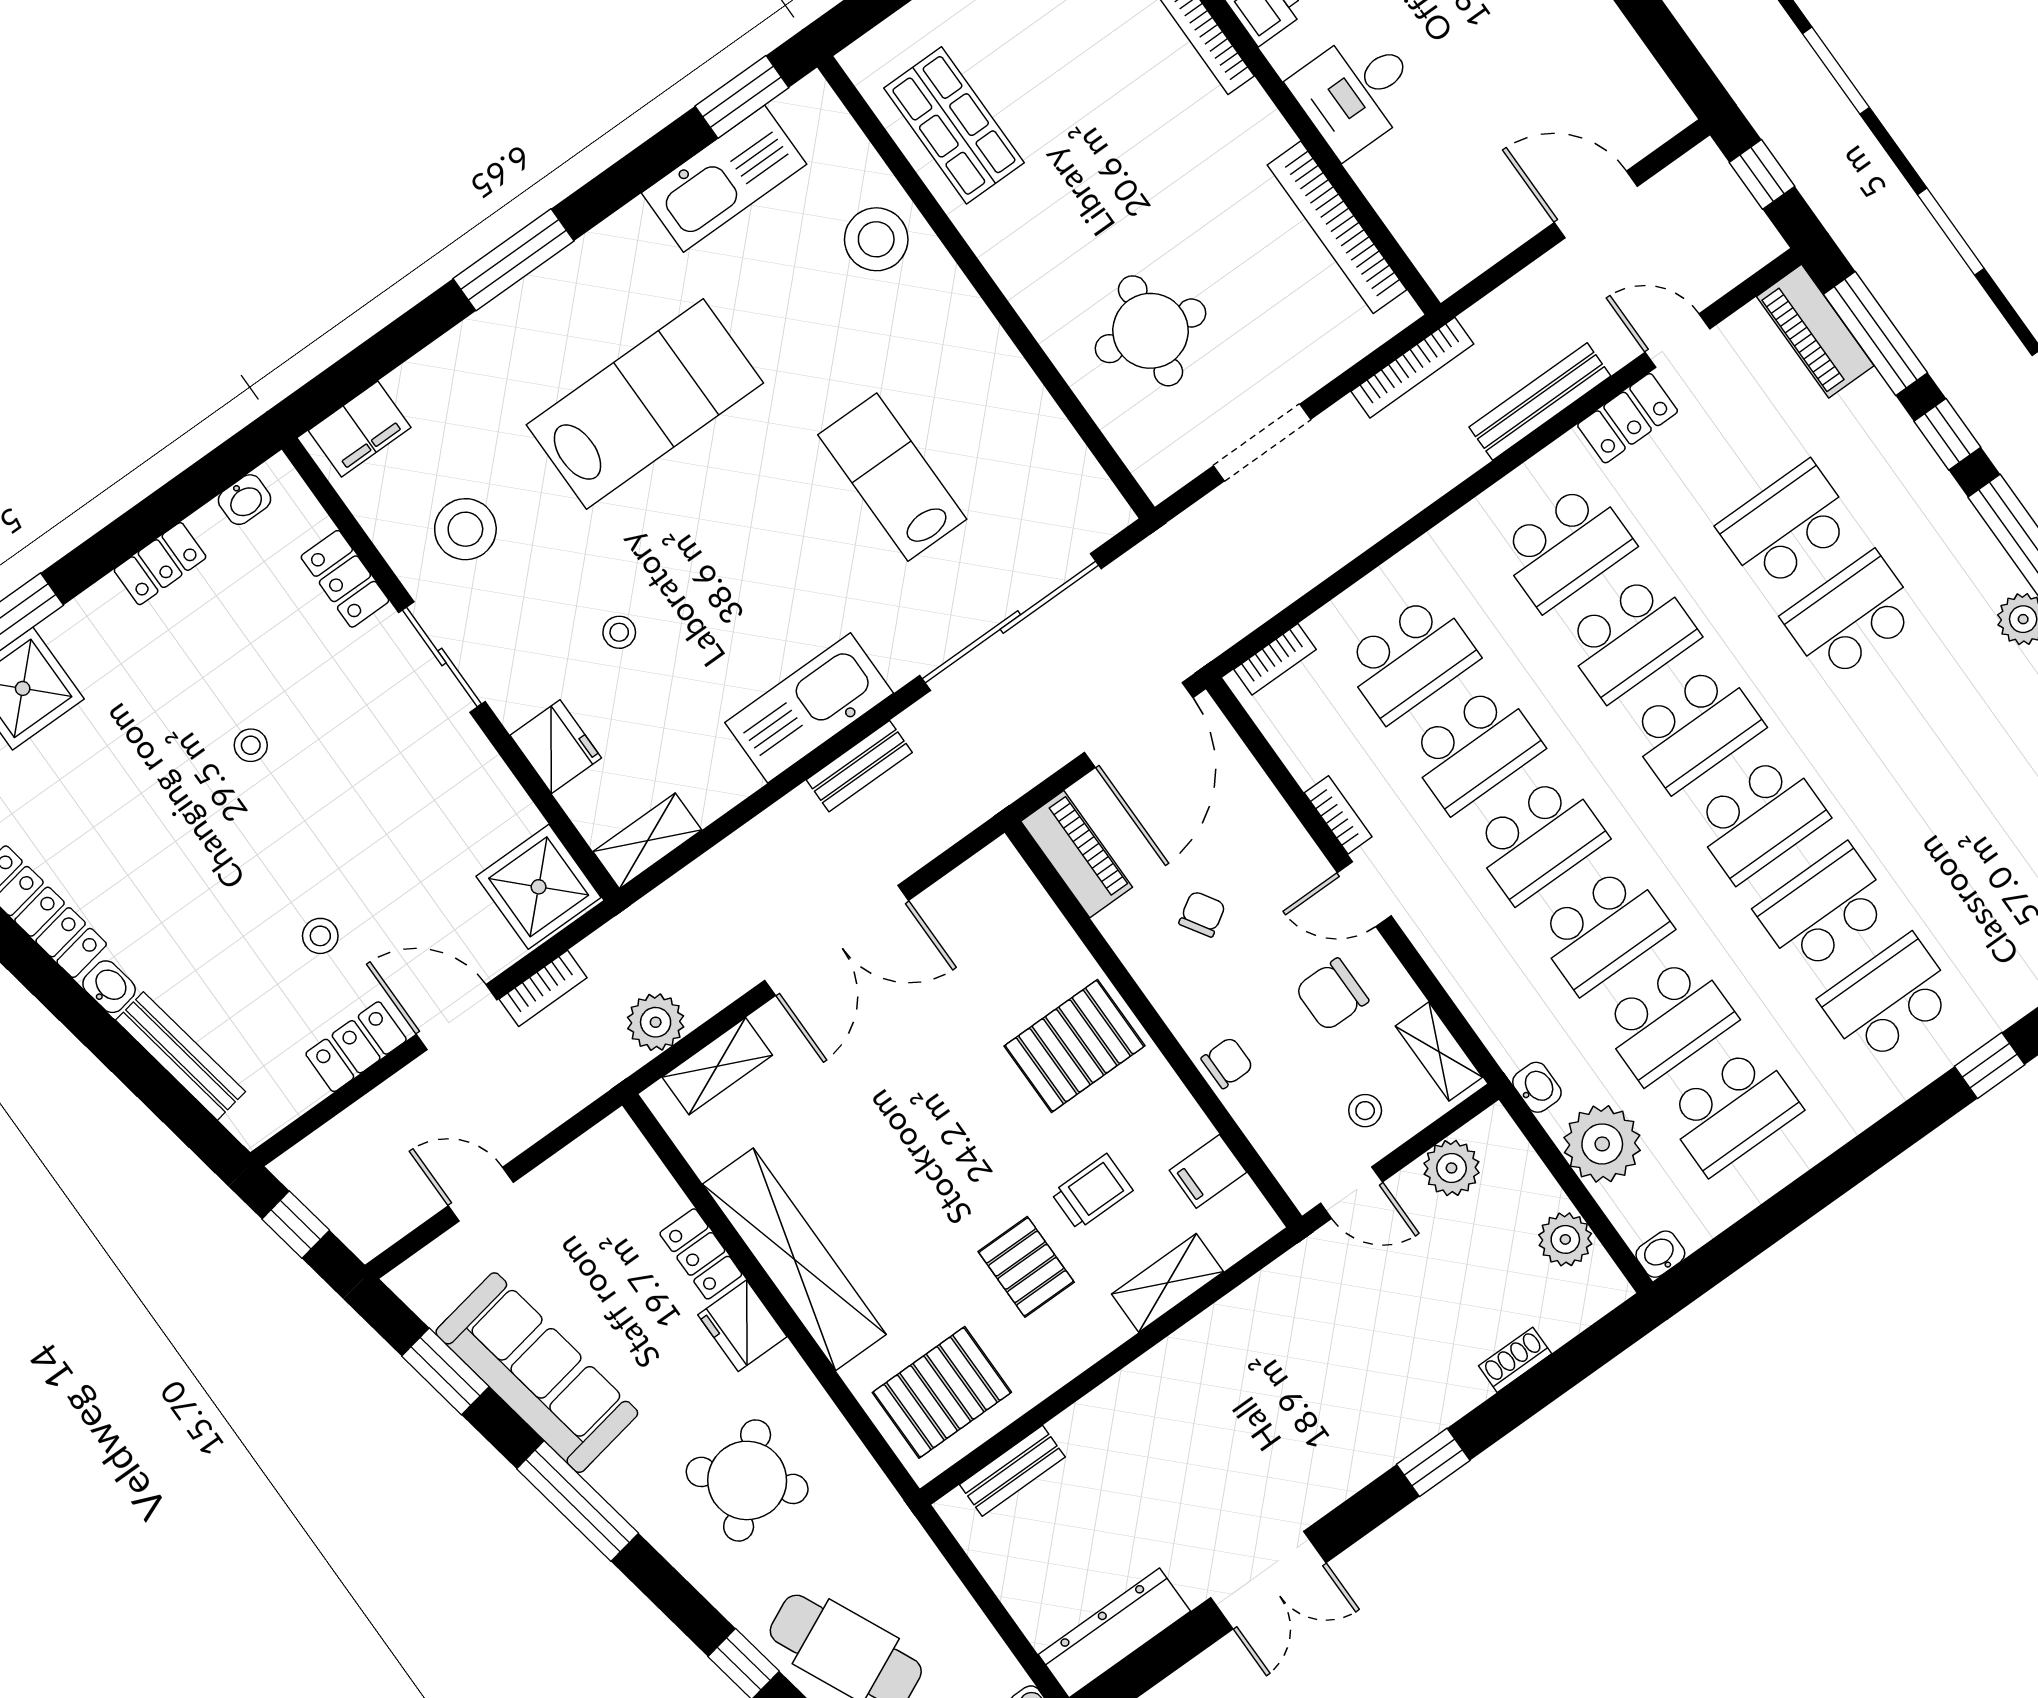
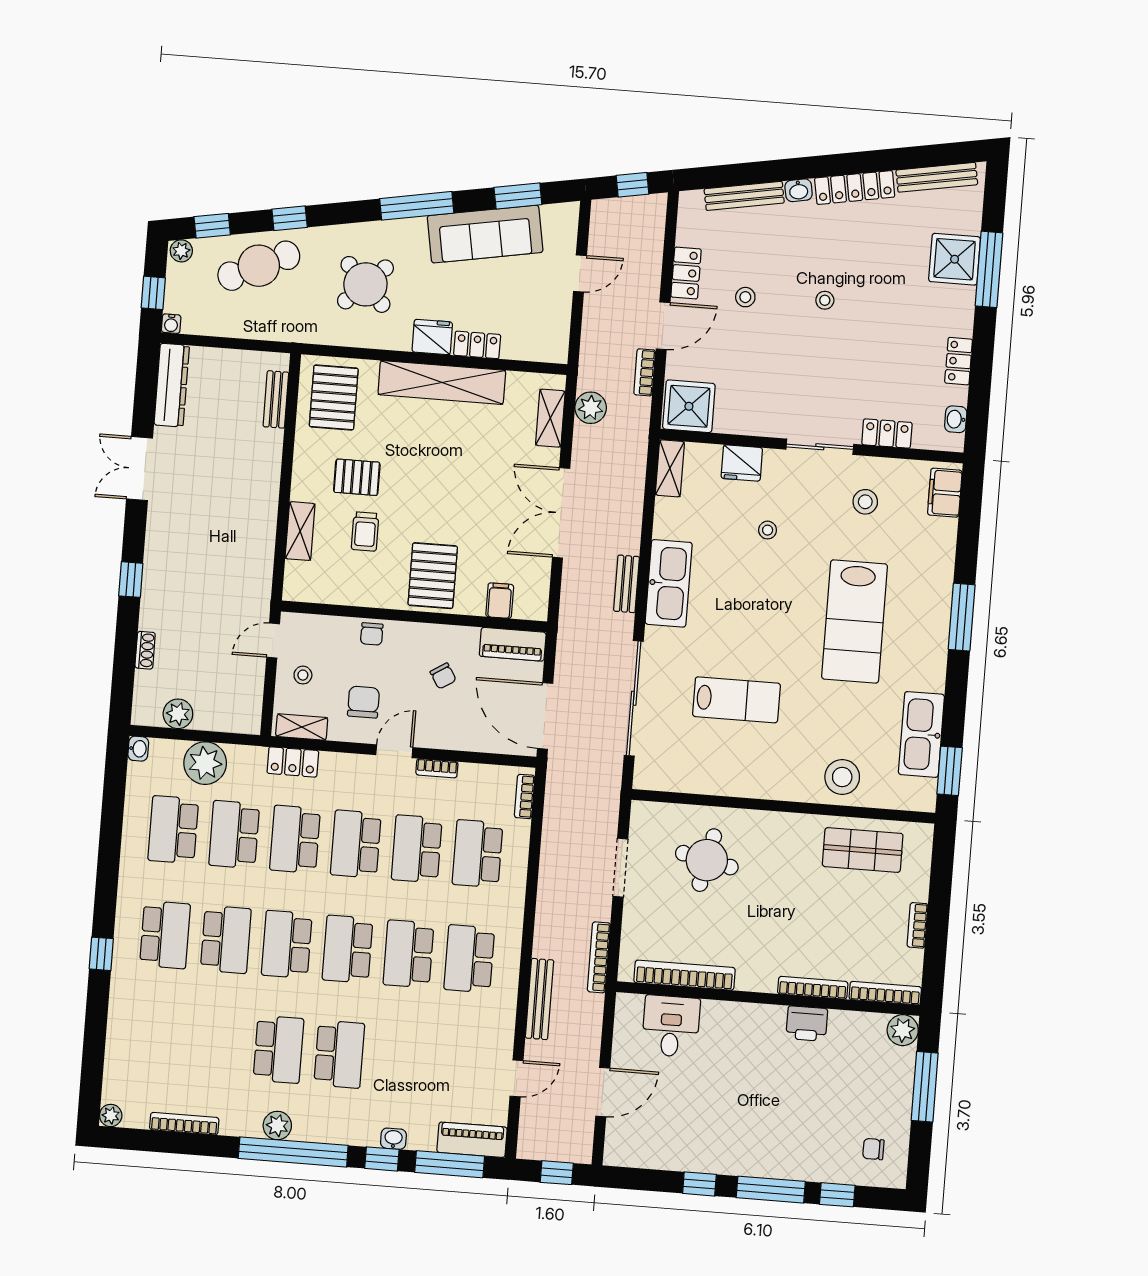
desk: (1356, 91) -> (671, 1026), moved
locker: (1628, 418) -> (293, 762), moved, turned -90
school desk: (1787, 526) -> (278, 1049), moved
stool: (465, 529) -> (865, 502), width x0.73, depth x0.73
stool: (251, 745) -> (825, 300), moved
washbasin: (1537, 1087) -> (393, 1139), moved, turned 180
plant: (1451, 1168) -> (248, 691), removed
filing cabinet: (1208, 1171) -> (500, 601), moved

